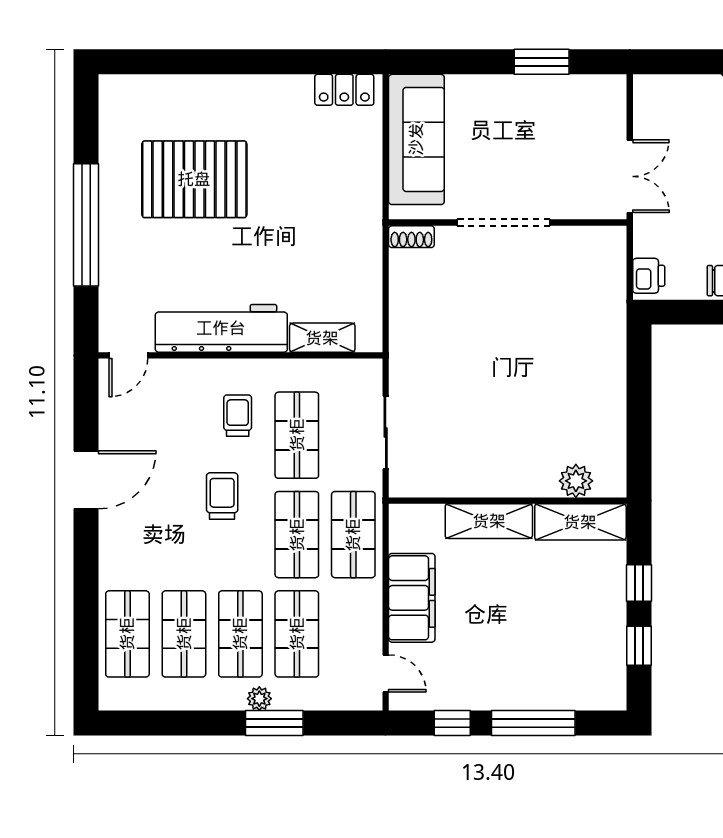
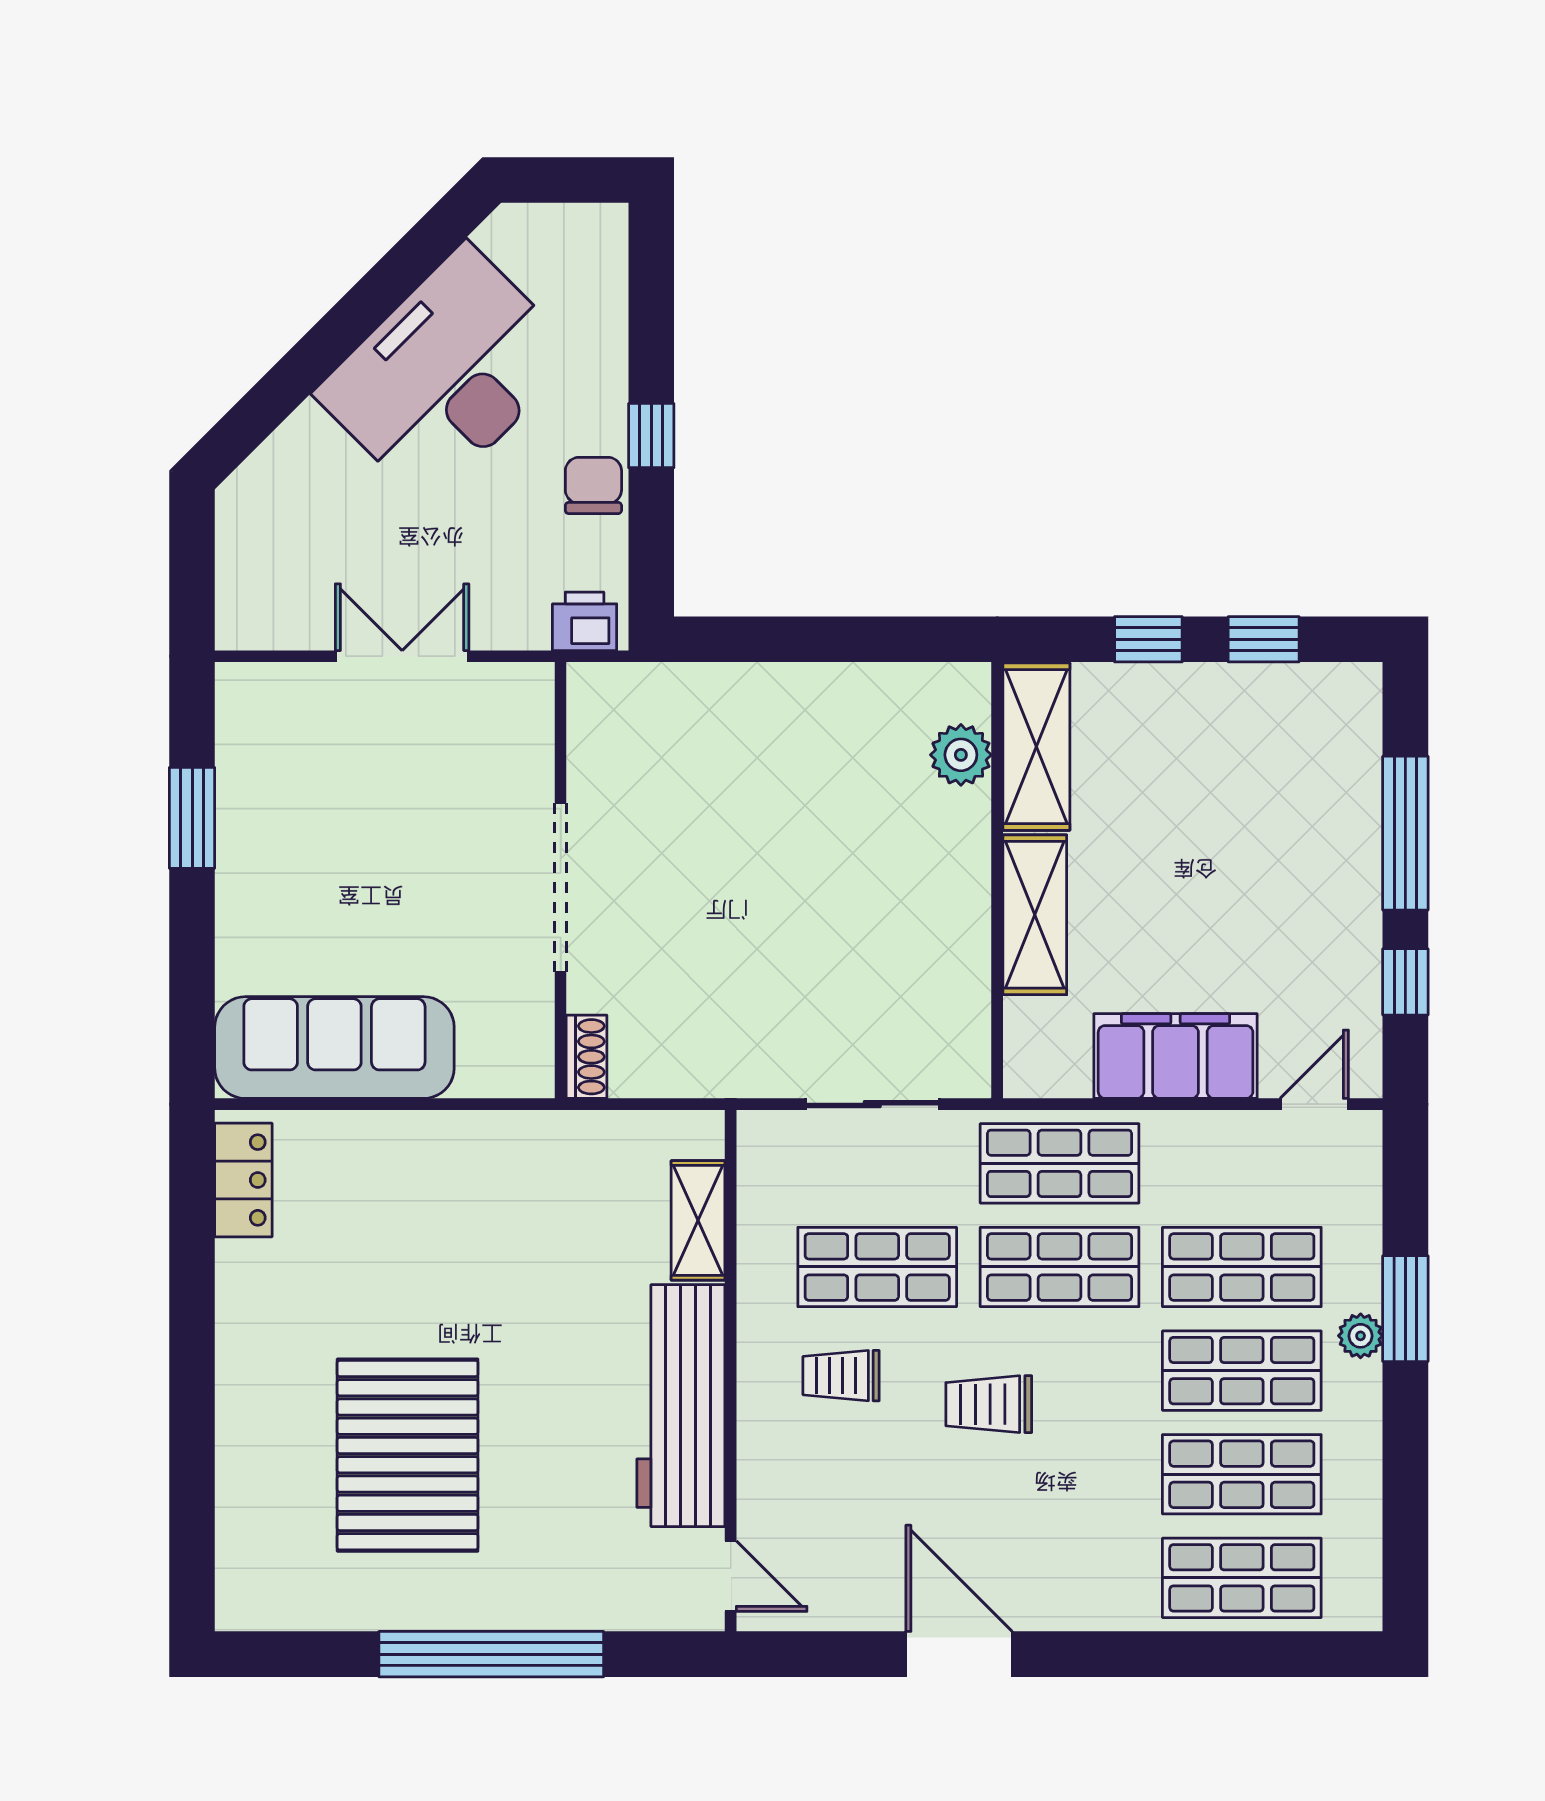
doorway: (504, 223) -> (561, 888), moved
wall: (508, 223) -> (561, 880), moved
shoe rack: (411, 237) -> (587, 1057), moved

